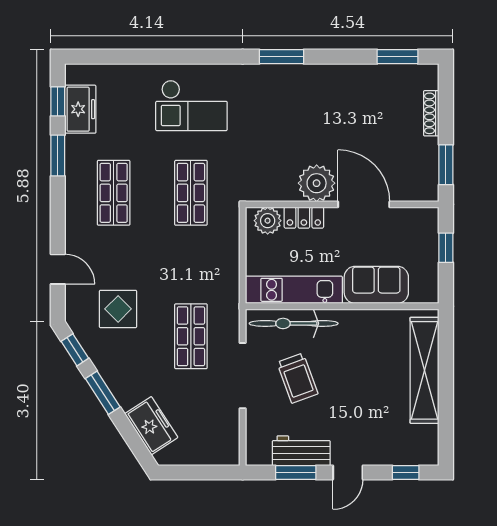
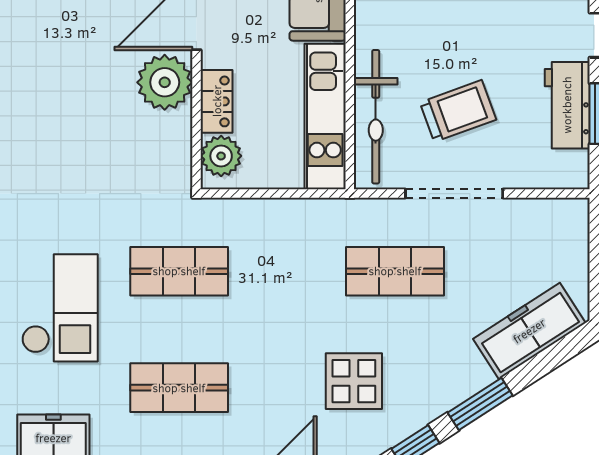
checkout: (191, 105) -> (60, 308), moved
freezer: (151, 426) -> (529, 331), width x1.40

